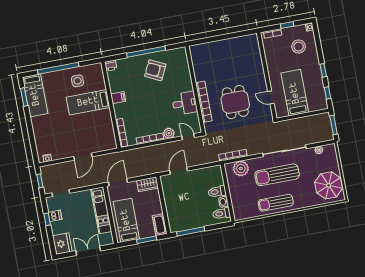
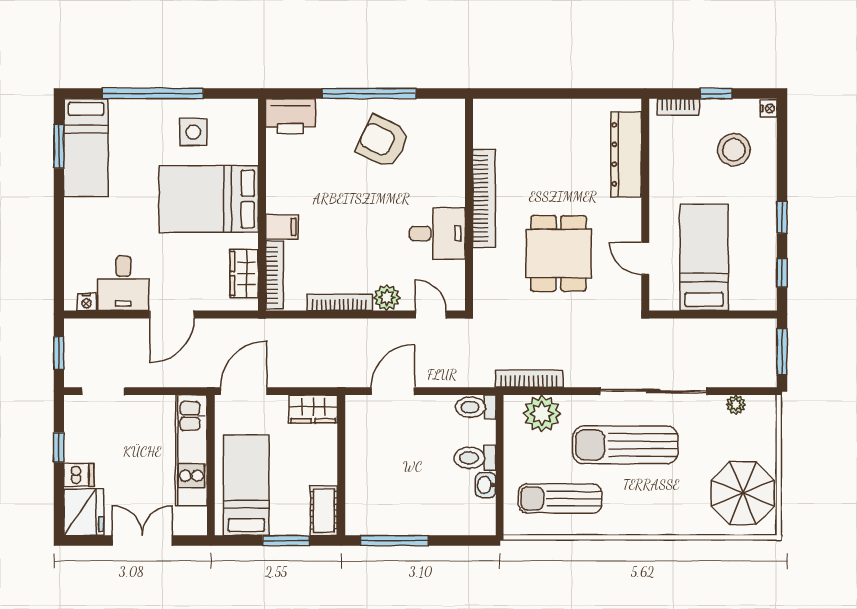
dresser: (255, 57) -> (626, 154), added
printer: (111, 66) -> (290, 116), width x1.87, depth x1.48
filing cabinet: (118, 98) -> (282, 227), moved
bed: (88, 102) -> (209, 199), width x1.50
bookcase: (204, 102) -> (484, 198), moved
wardrobe: (109, 134) -> (244, 274), added
desk: (61, 148) -> (123, 283), added
sun lounger: (276, 203) -> (560, 498), moved
toilet: (221, 214) -> (476, 407), moved
dishwasher: (55, 216) -> (79, 475), moved

